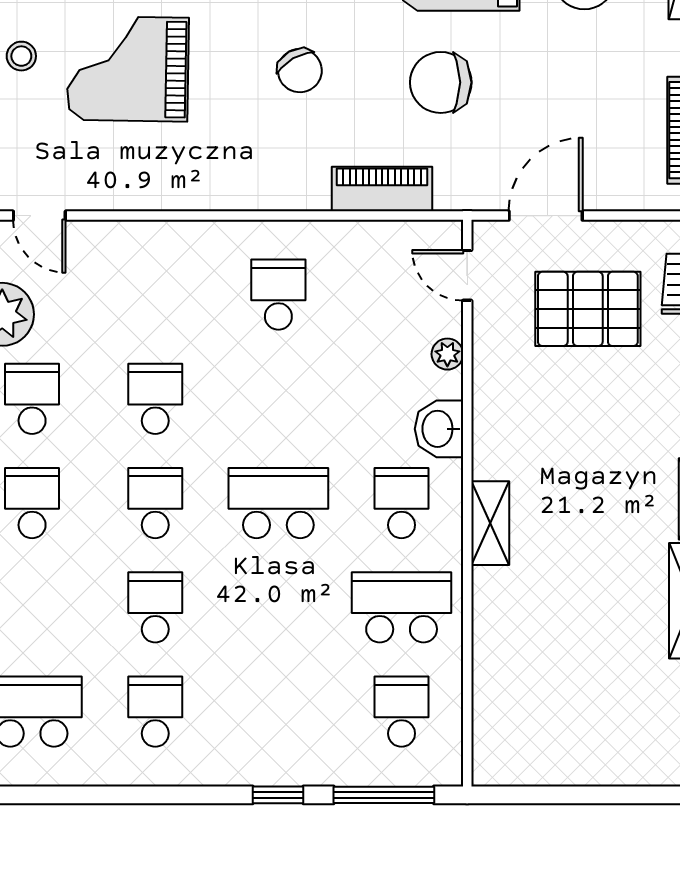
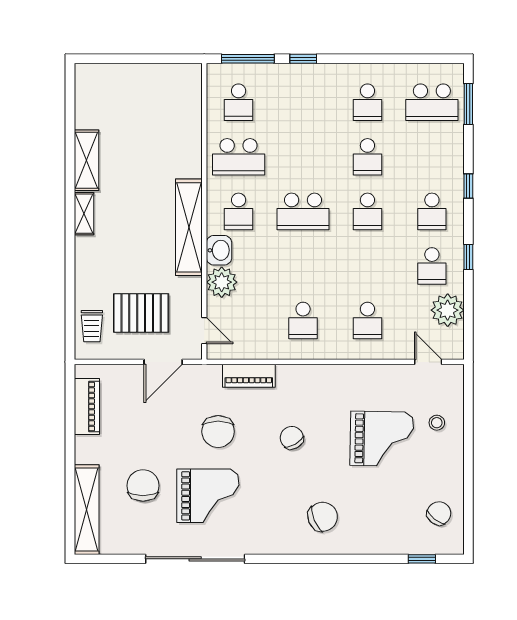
stool: (21, 56) -> (437, 423), moved
chair: (441, 82) -> (218, 432), turned 90
plant: (447, 354) -> (222, 282), width x1.87, depth x1.87
school desk: (155, 399) -> (367, 320), moved
shelving: (490, 523) -> (189, 227), width x2.20, depth x1.33

